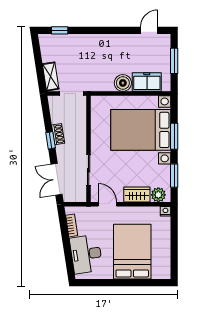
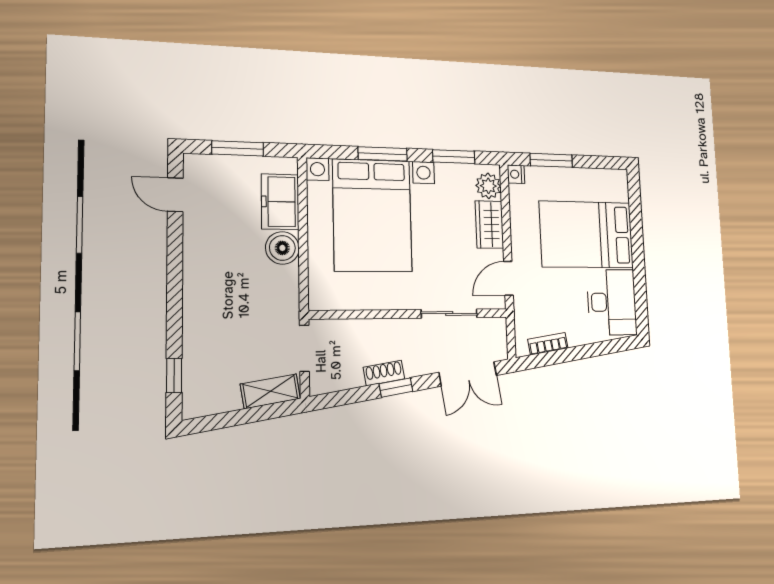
window: (174, 233) -> (551, 160), added
desk: (86, 254) -> (612, 302), moved, turned -81

